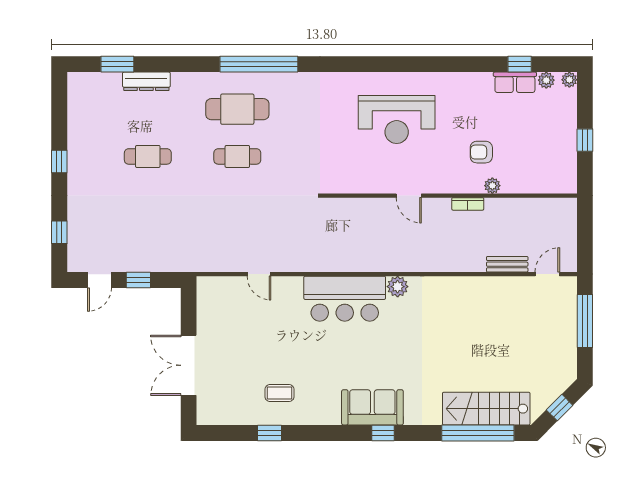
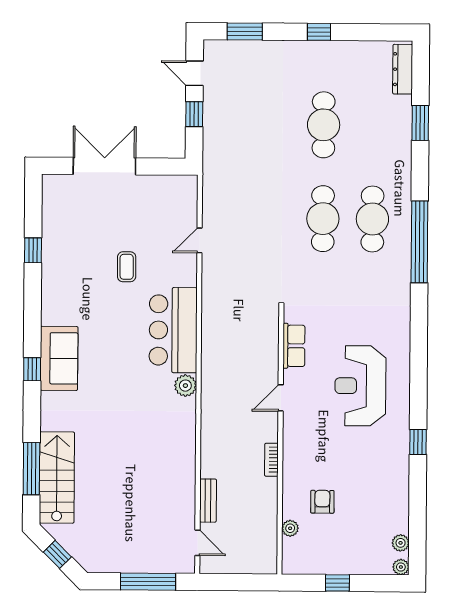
window: (117, 64) -> (420, 123), moved
window: (520, 64) -> (418, 442), moved
dresser: (146, 81) -> (403, 69), moved
row of seats: (515, 82) -> (294, 346), moved, turned 180
armchair: (481, 152) -> (322, 502), moved
cafe table: (148, 156) -> (324, 125), width x1.37, depth x1.35
cafe table: (237, 156) -> (323, 219), width x1.37, depth x1.35
plant: (492, 186) -> (290, 528), moved
window: (59, 232) -> (245, 31), width x1.50
coffee table: (279, 393) -> (127, 267), moved
window: (478, 433) -> (31, 469), width x0.68

